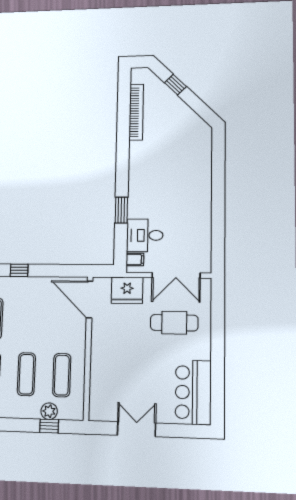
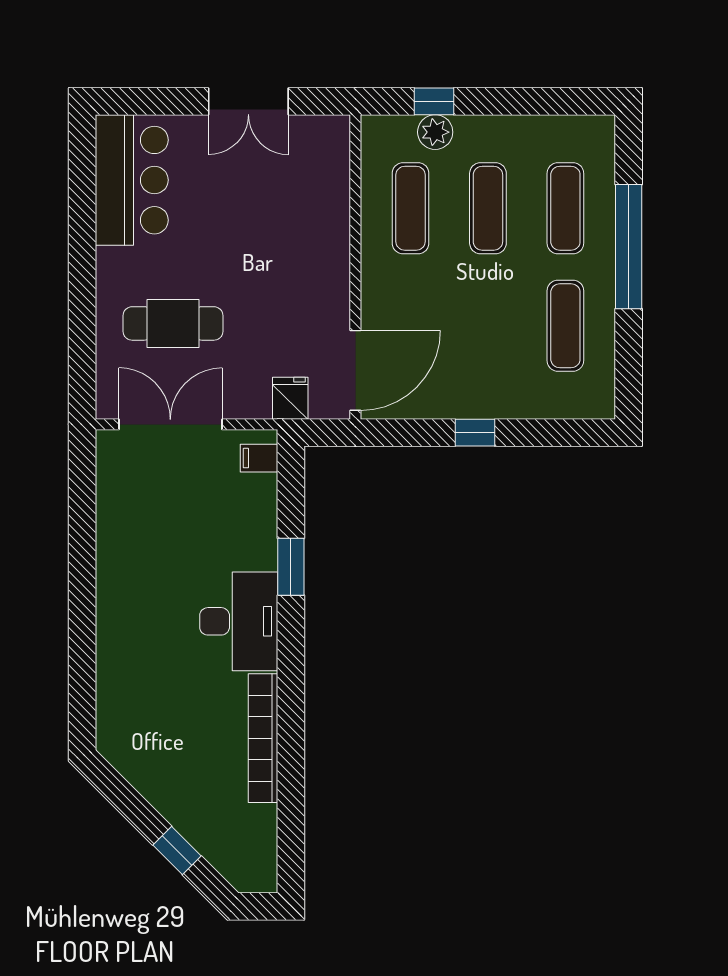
bookcase: (136, 112) -> (263, 738), moved
desk: (145, 235) -> (239, 621), moved, width x1.37
window: (19, 270) -> (475, 433), moved
fridge: (127, 290) -> (290, 398), width x0.53, depth x0.75
door: (90, 300) -> (355, 370), hinge flipped

